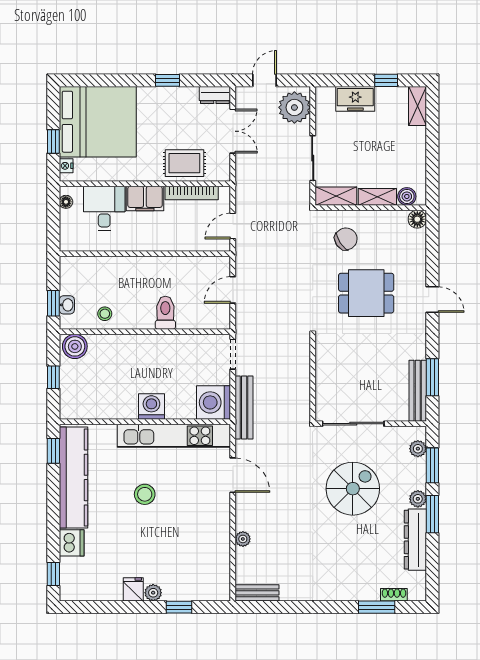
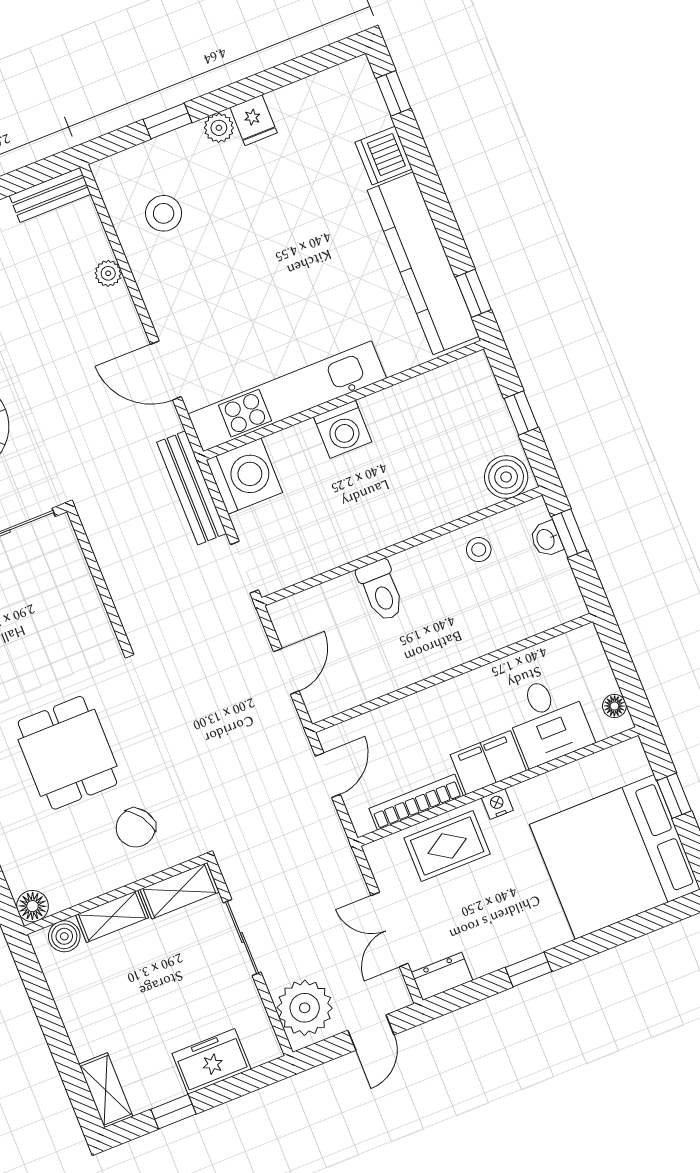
nightstand: (66, 166) -> (497, 804), moved, turned -90
dining table: (366, 293) -> (67, 753), turned 90
stool: (145, 494) -> (164, 213), moved

